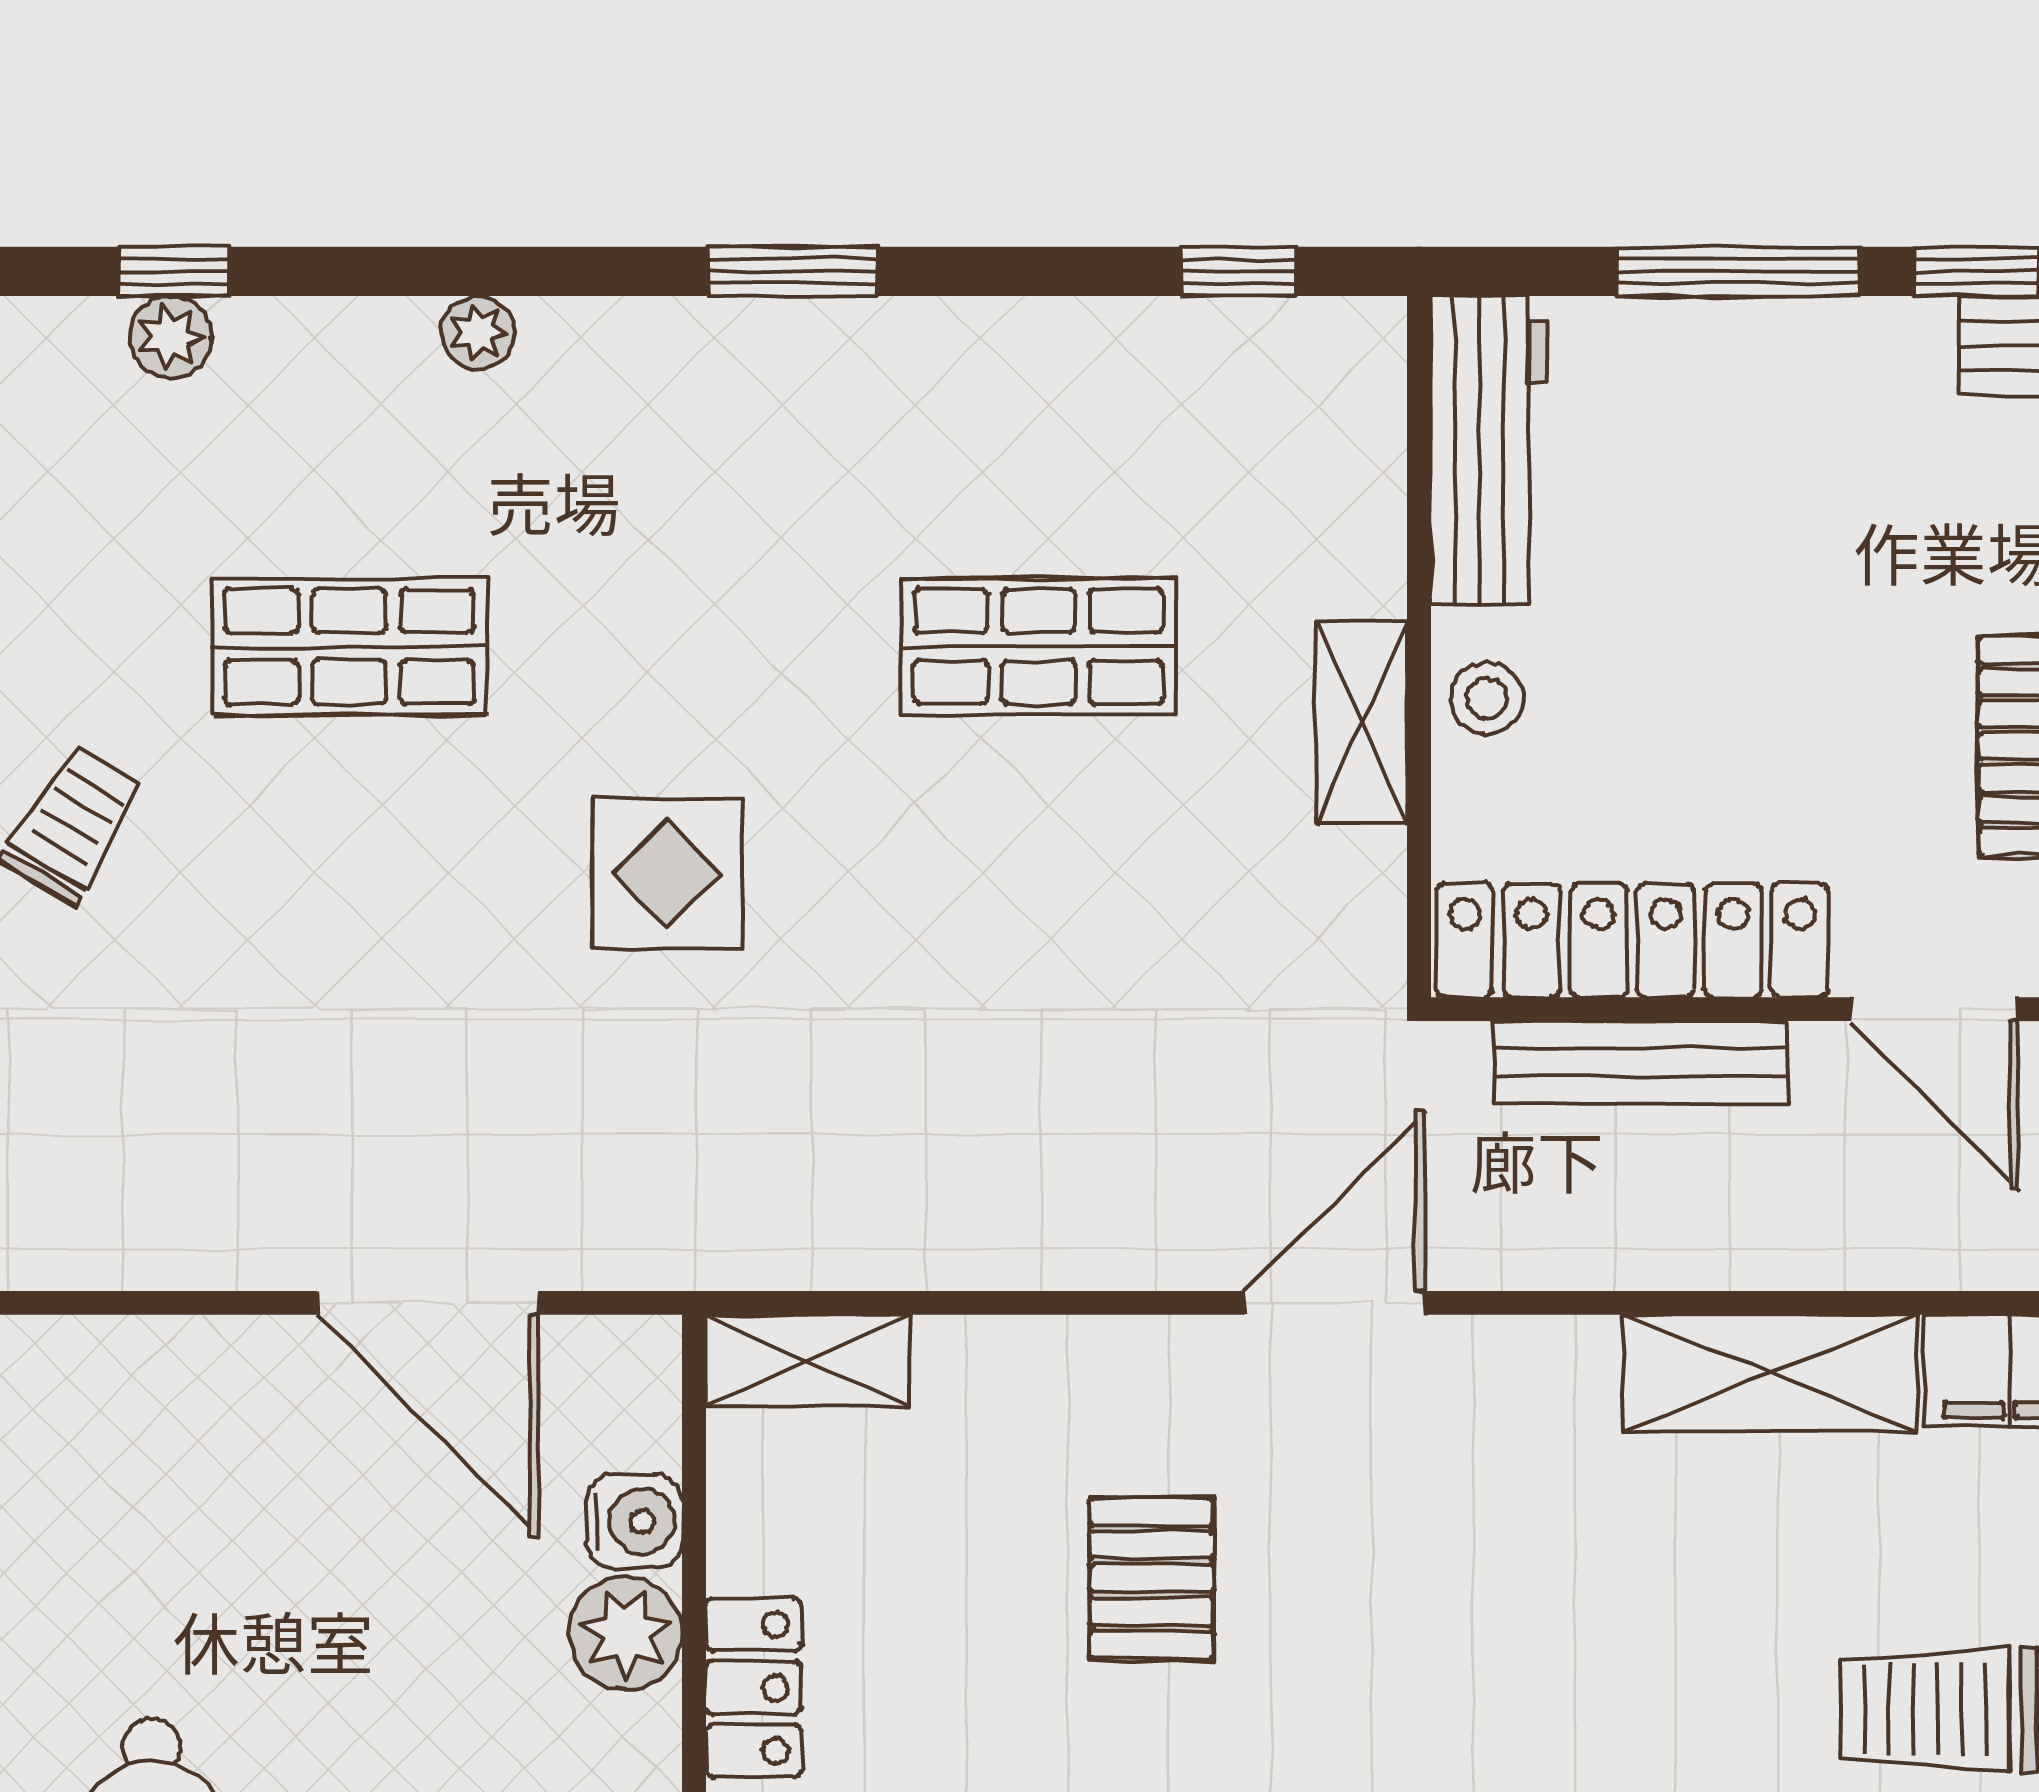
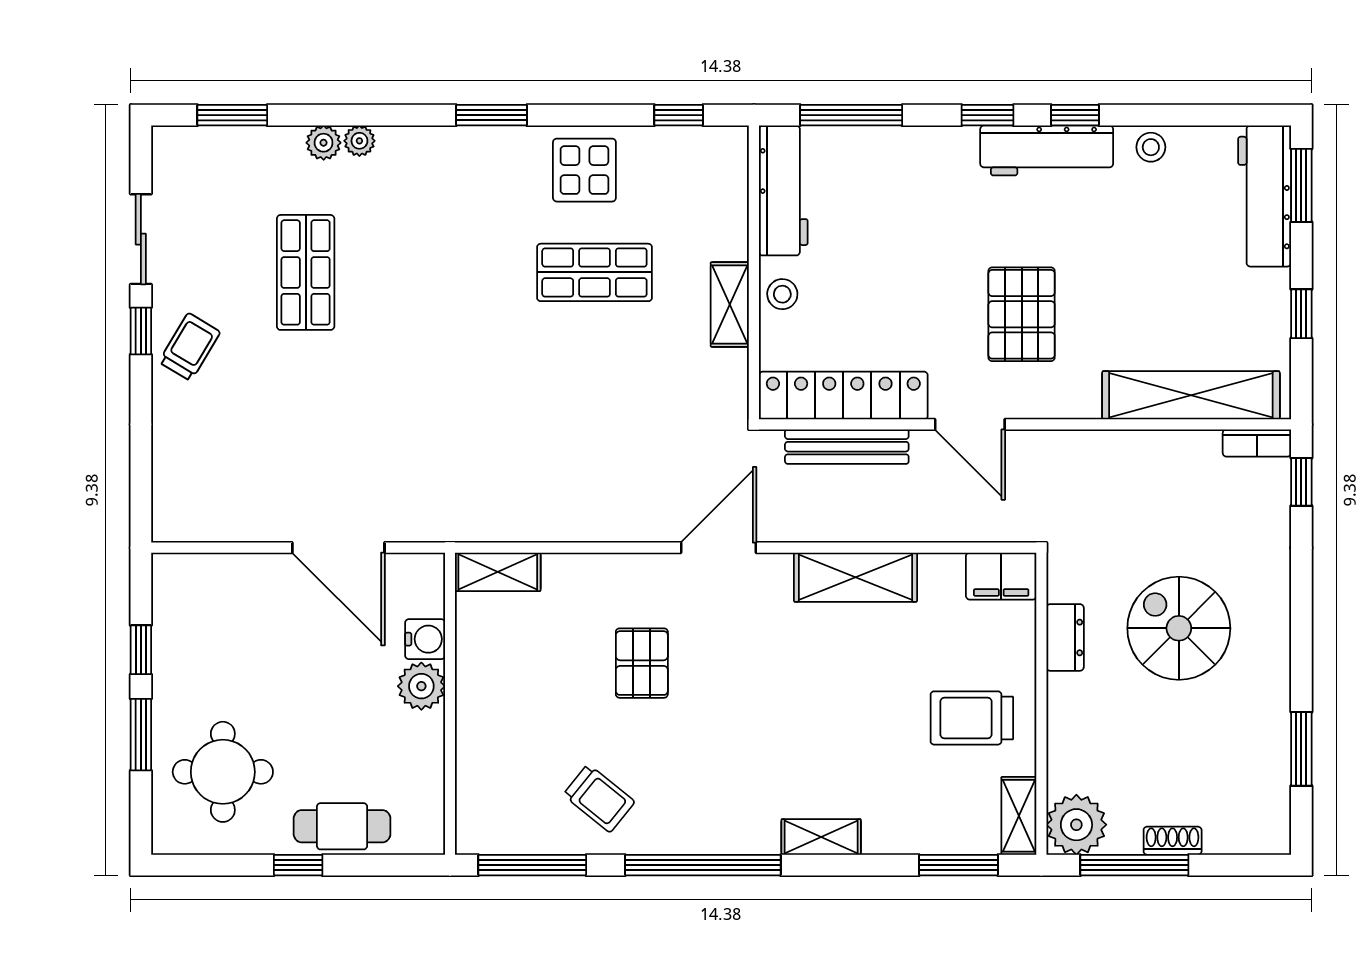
window: (174, 271) -> (232, 115), width x1.50
window: (1738, 271) -> (851, 115), moved
plant: (171, 337) -> (324, 143), moved
shop shelf: (349, 647) -> (306, 272), turned 90
display table: (667, 873) -> (584, 170), moved
shelving: (1770, 1373) -> (855, 577), moved
locker: (754, 1688) -> (475, 709), removed

